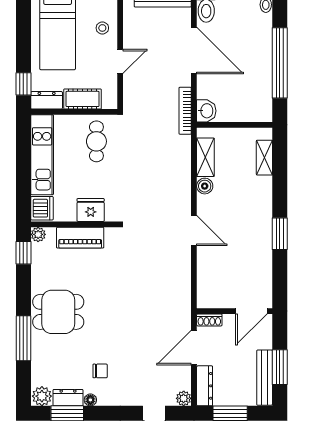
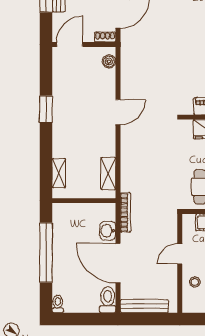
washbasin: (206, 111) -> (108, 231), moved
boiler: (205, 186) -> (109, 62), moved
door: (194, 230) -> (118, 112), swing flipped

